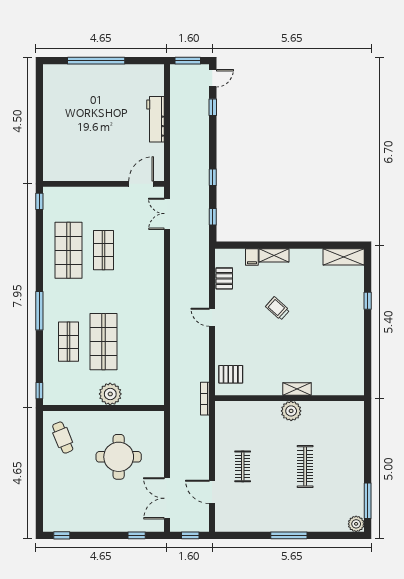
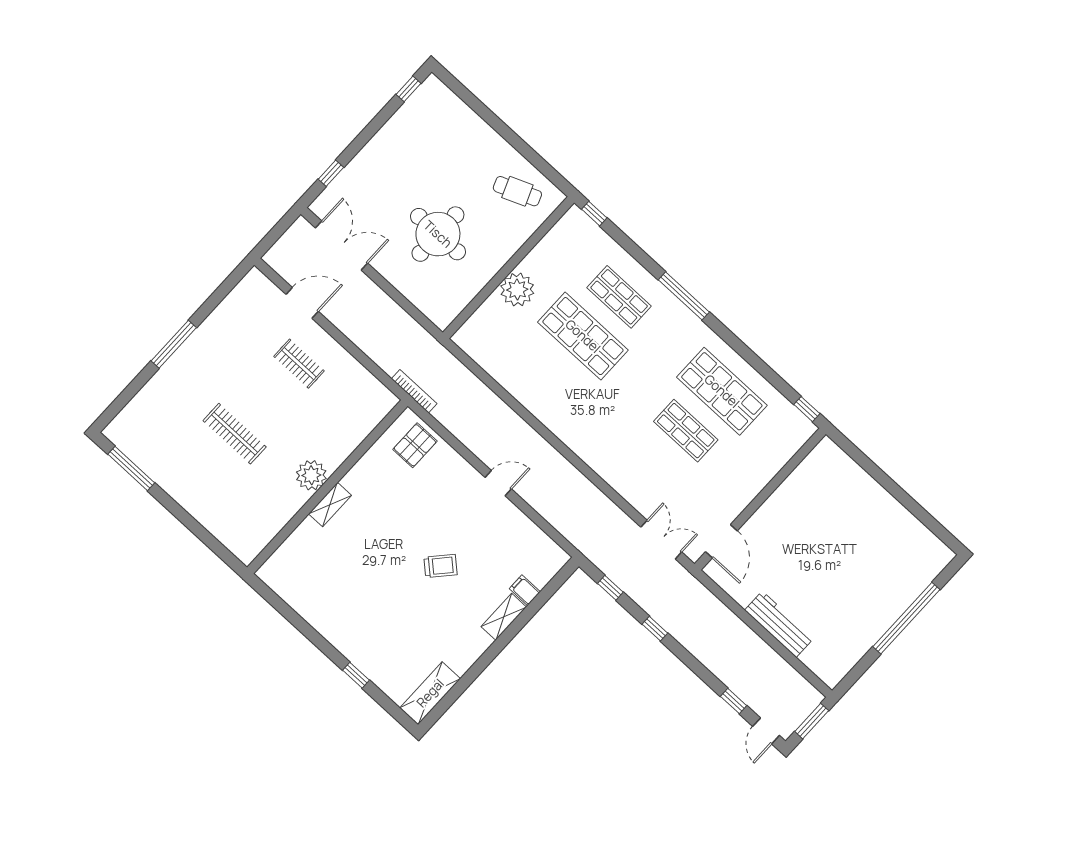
pallet: (224, 278) -> (529, 537), removed
plant: (356, 524) -> (117, 432), removed
window: (190, 535) -> (276, 233), removed

